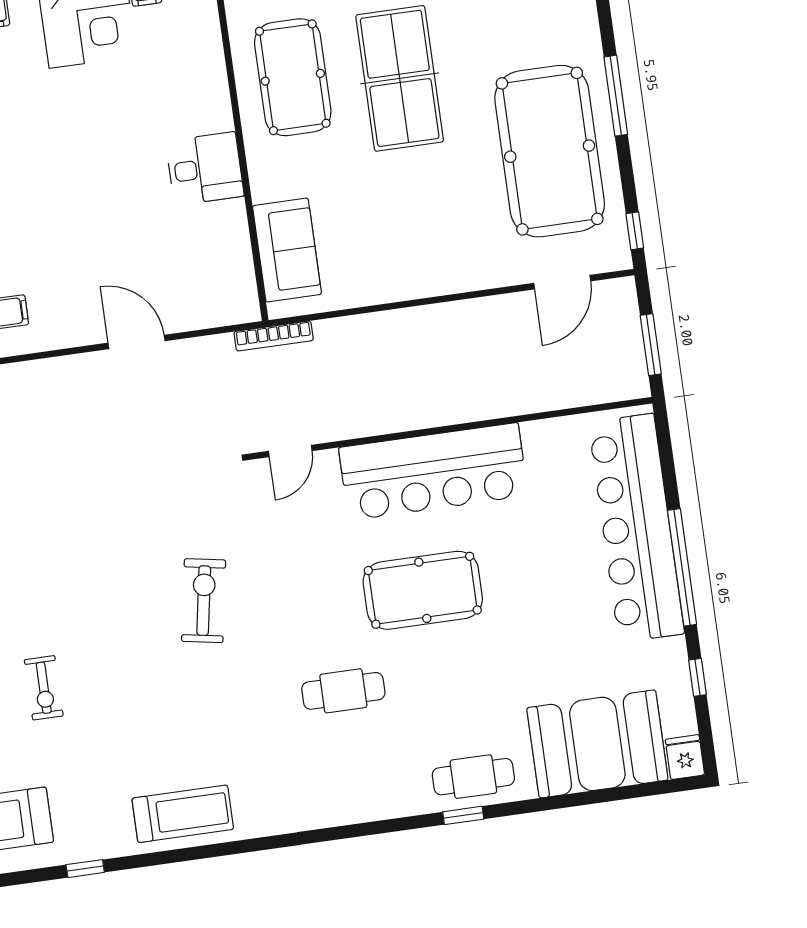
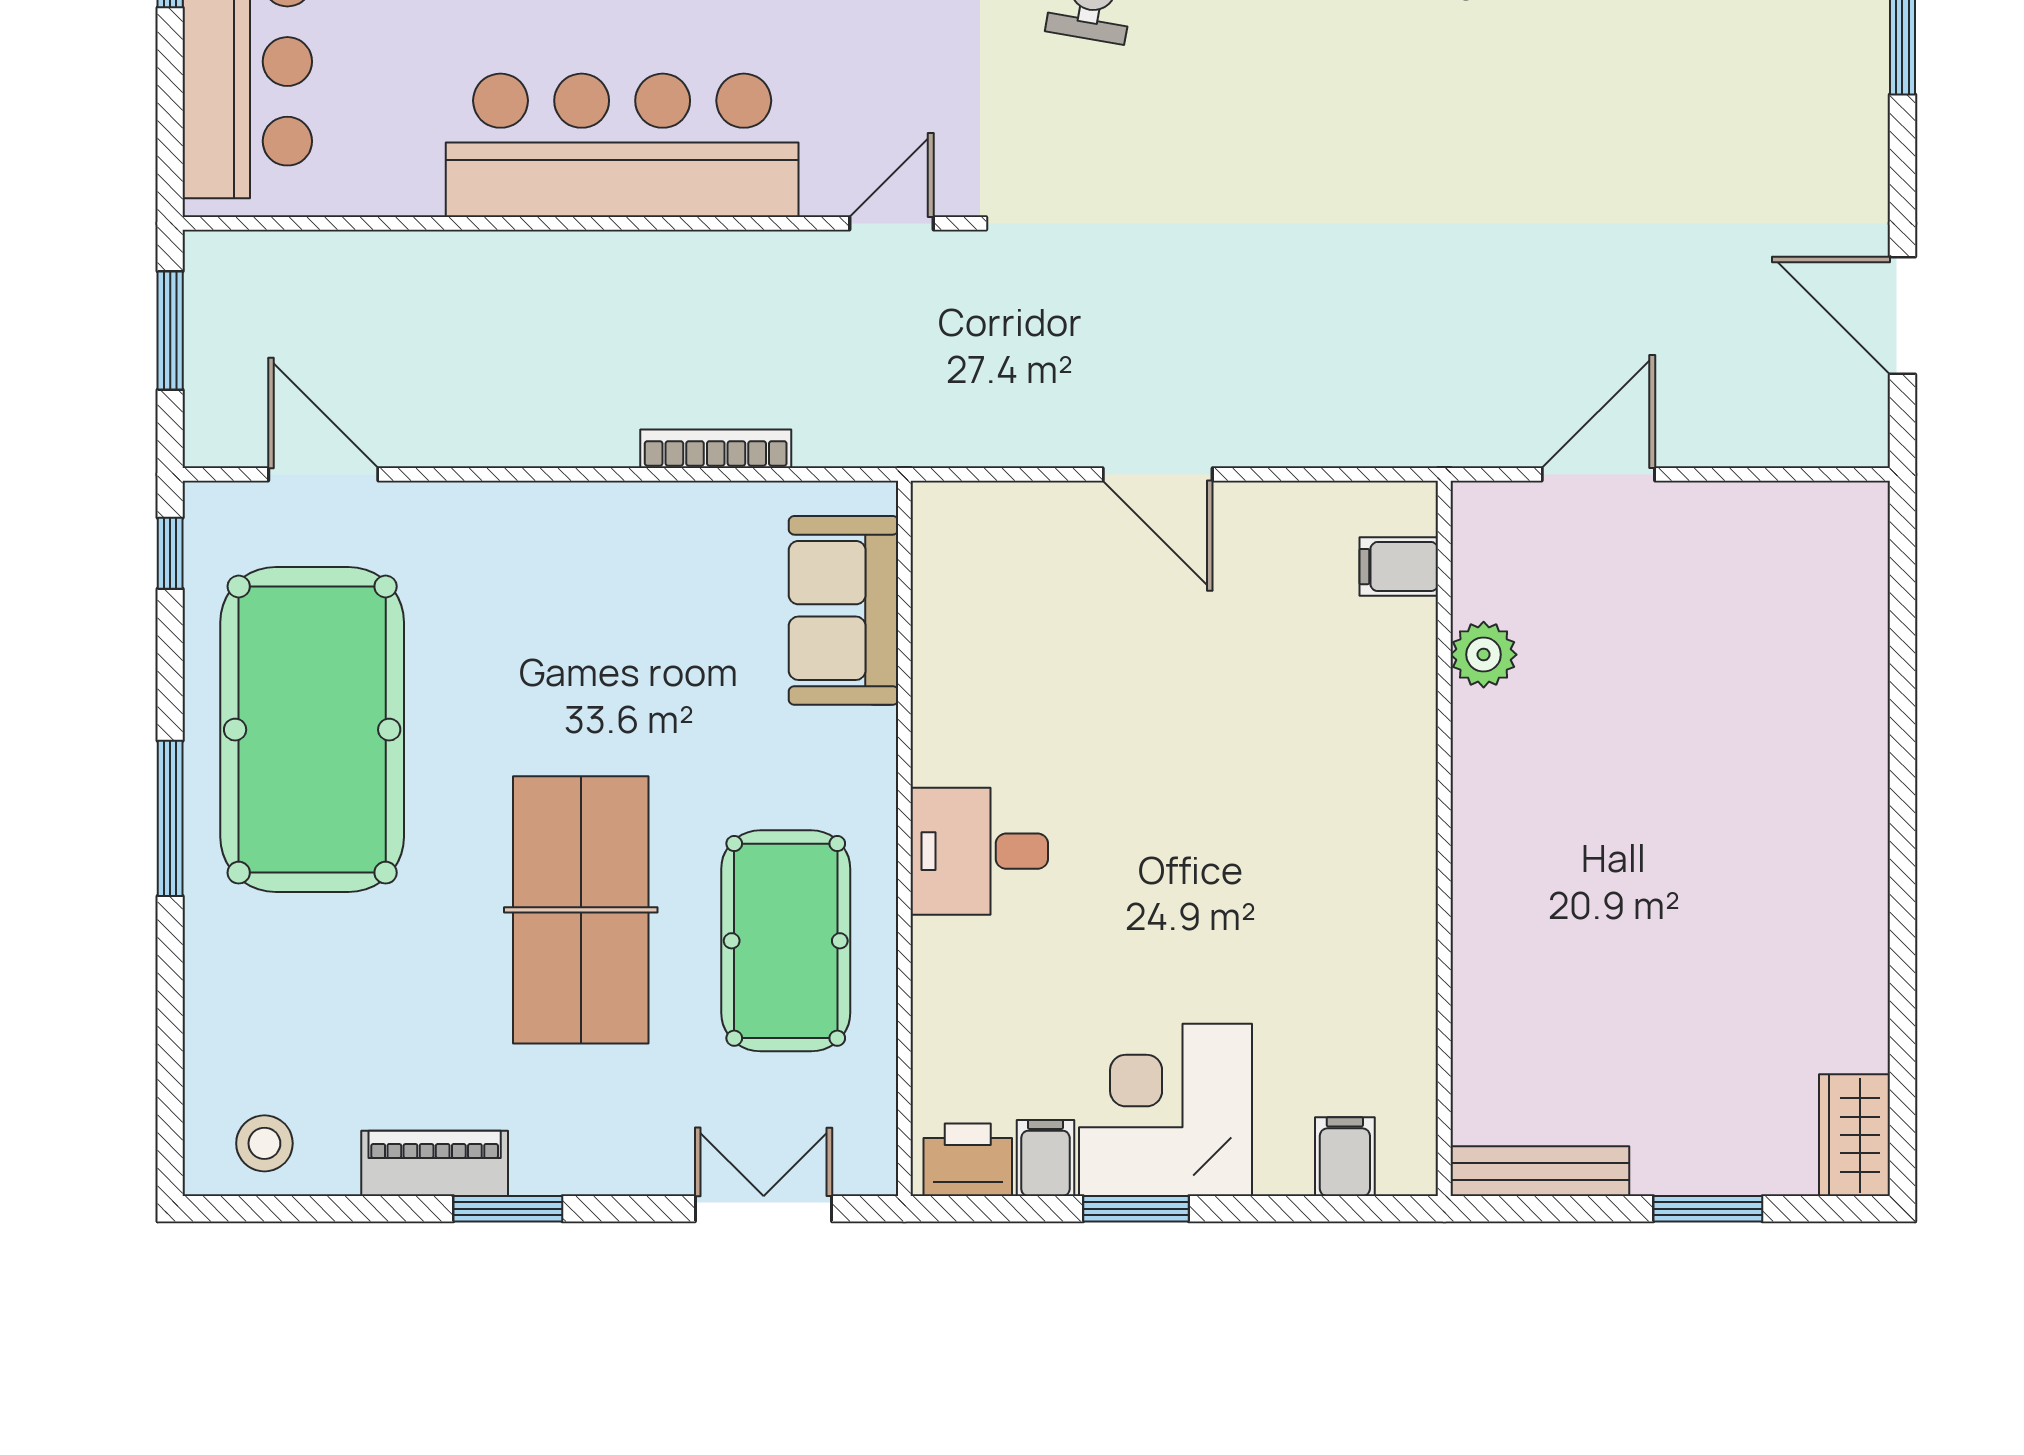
desk: (205, 169) -> (979, 851), moved
door: (562, 282) -> (323, 474), hinge flipped
bookcase: (274, 336) -> (716, 449), moved

